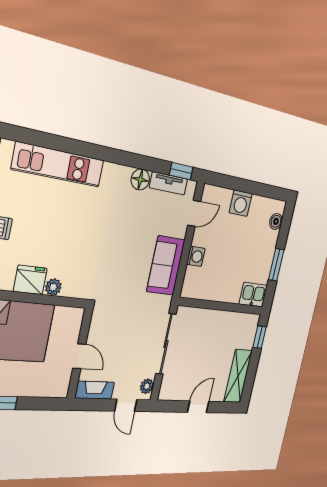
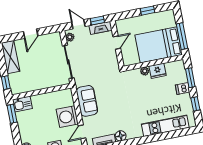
washing machine: (196, 256) -> (67, 117), width x1.89, depth x1.89
window: (276, 265) -> (12, 114), moved
door: (79, 356) -> (117, 43), swing flipped
window: (94, 405) -> (97, 20), added

